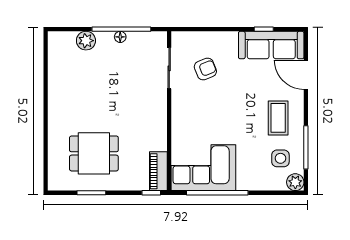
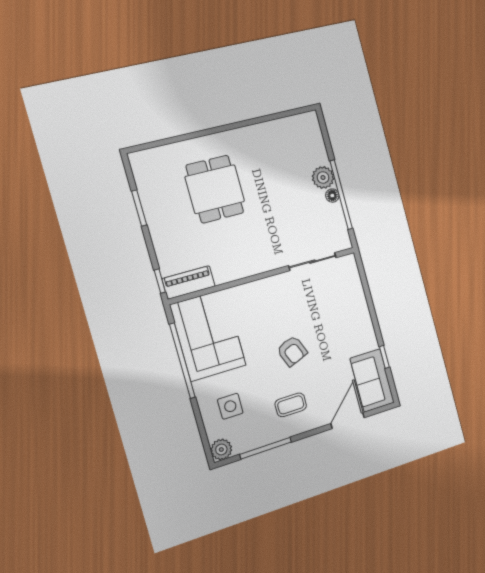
plant: (86, 41) -> (323, 177), moved
sofa: (271, 45) -> (372, 380), width x0.73
armchair: (205, 69) -> (292, 351), moved
coffee table: (278, 118) -> (291, 405), width x0.73, depth x0.77
dining table: (94, 153) -> (215, 189), moved
side table: (280, 158) -> (230, 406), moved

